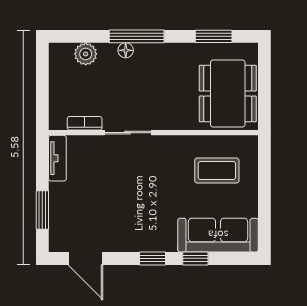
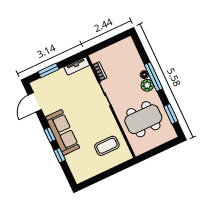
plant: (86, 54) -> (147, 85), moved
dining table: (228, 94) -> (143, 119), moved
coffee table: (217, 171) -> (107, 146), turned 90
sofa: (218, 235) -> (63, 132), moved

